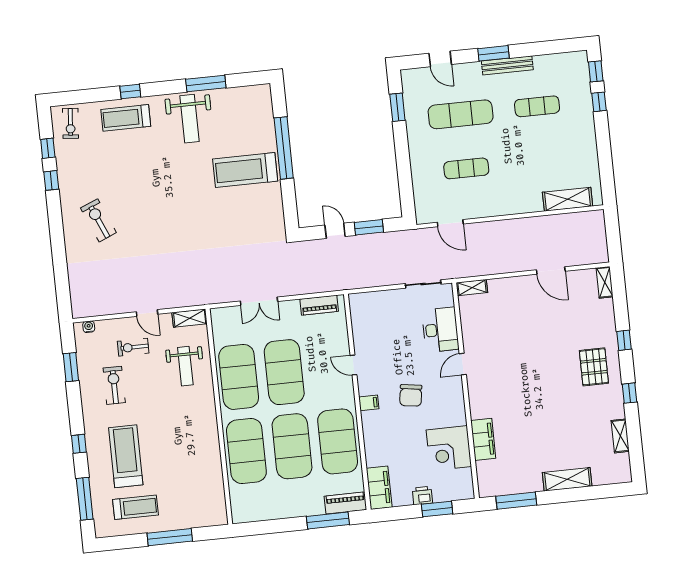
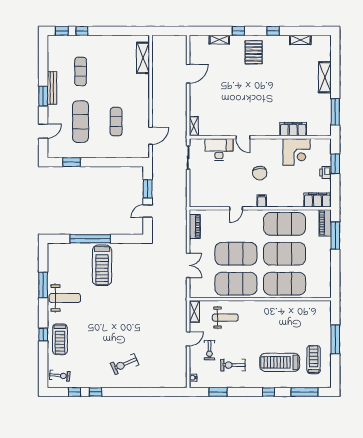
shelving: (605, 282) -> (219, 40), moved
pallet: (594, 367) -> (254, 52), turned 90
chair: (411, 395) -> (260, 173), turned 77

